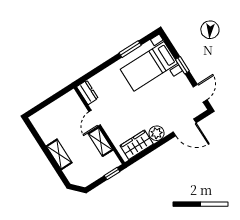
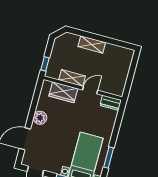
door: (95, 118) -> (90, 90), hinge flipped
wardrobe: (137, 145) -> (63, 92), moved, turned 90

